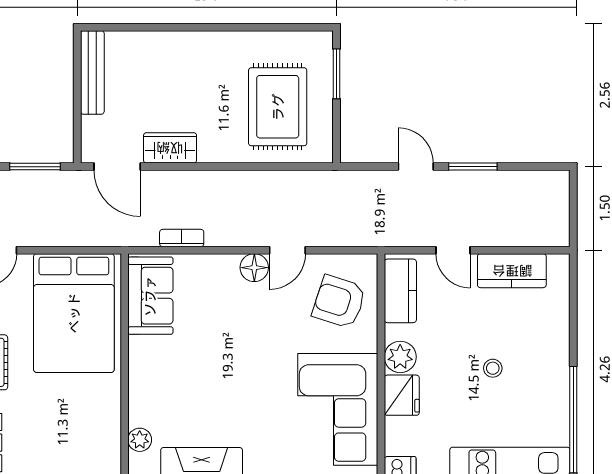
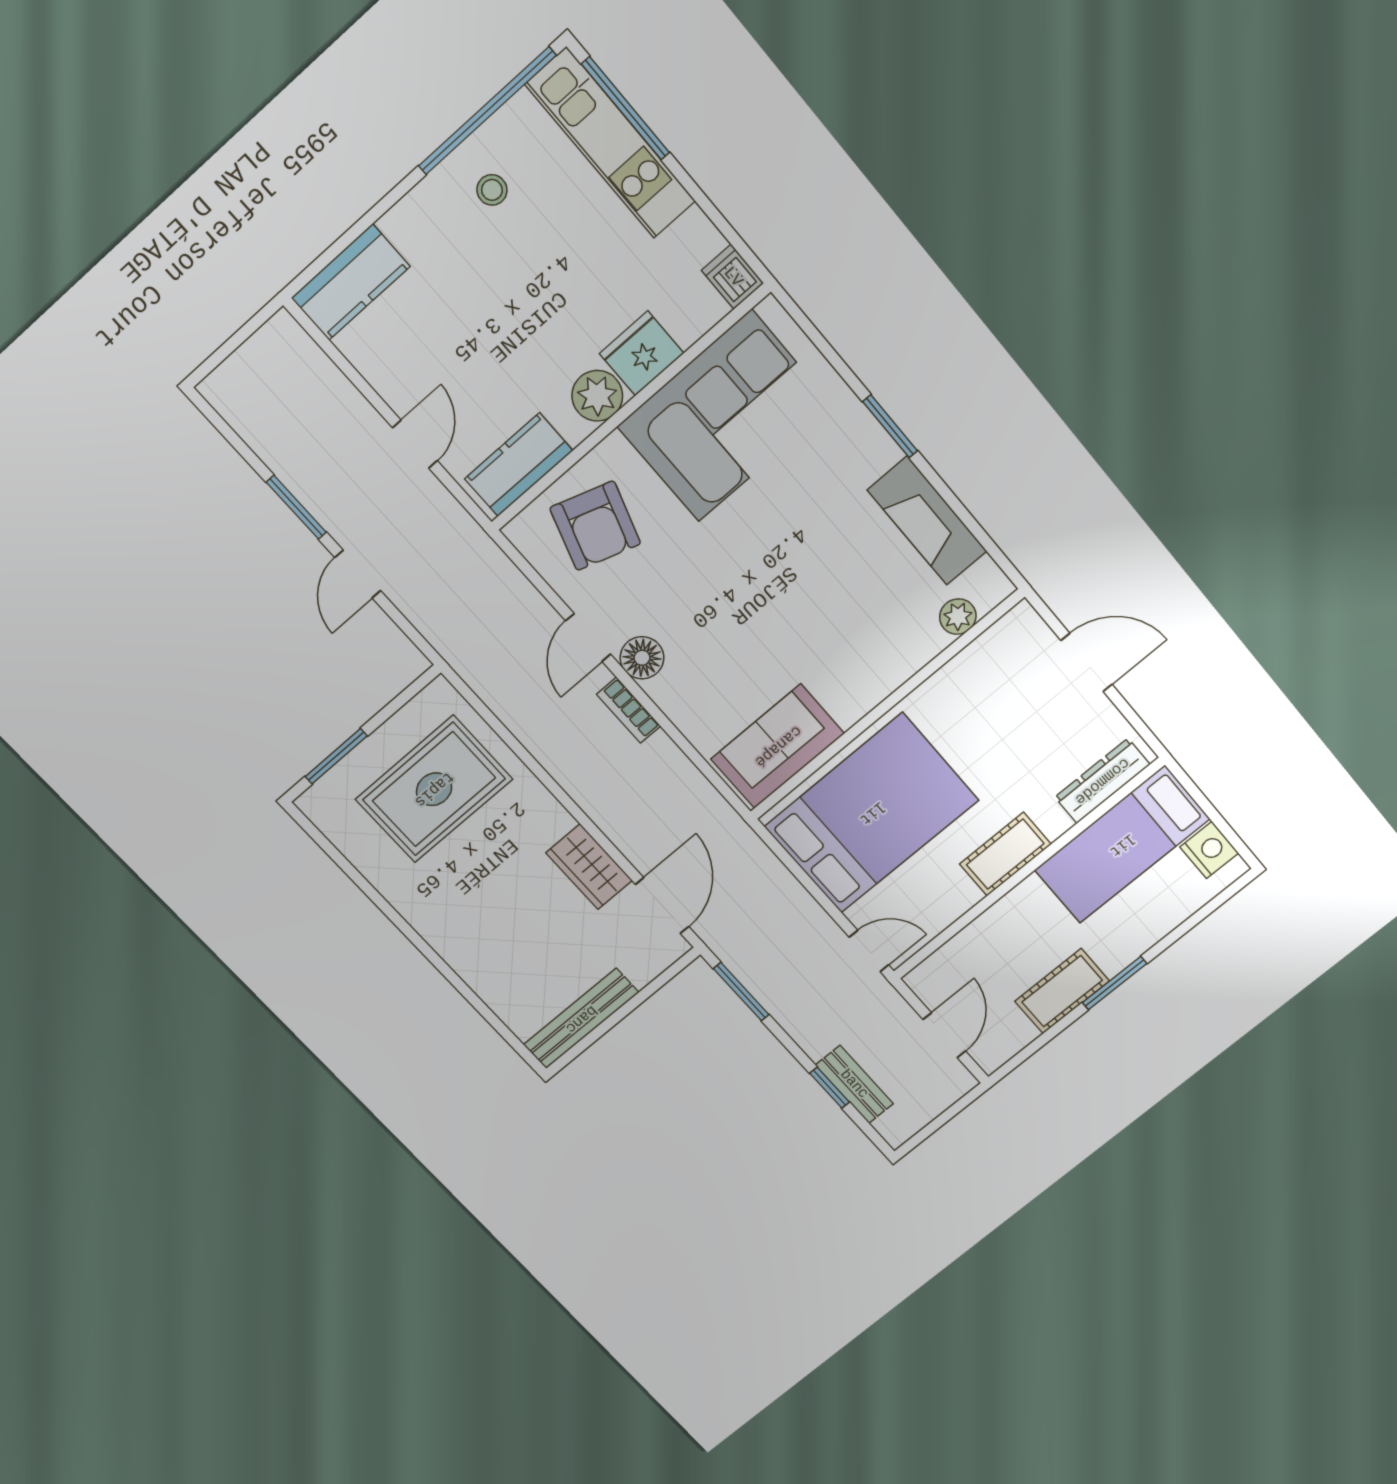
bookcase: (182, 238) -> (629, 710), moved
door: (287, 250) -> (588, 638), swing flipped
kitchen counter: (512, 271) -> (351, 282), moved, turned 90
stool: (493, 368) -> (492, 190), moved

